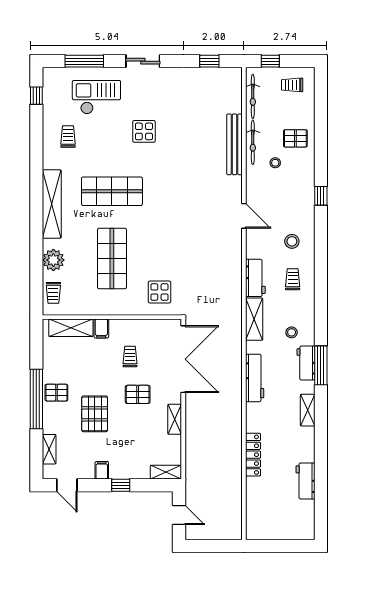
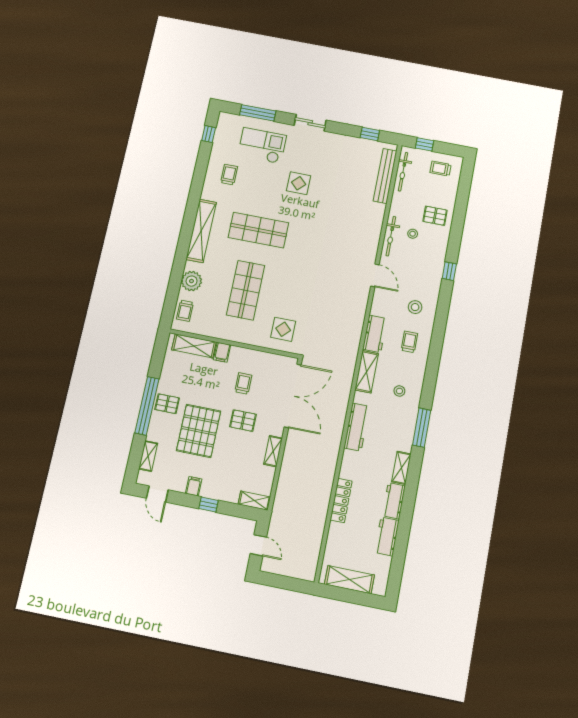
bicycle: (253, 142) -> (391, 236), moved
bench: (234, 144) -> (385, 176), moved
workbench: (306, 363) -> (394, 501), moved
pallet: (95, 414) -> (199, 431), width x1.37, depth x1.41
shelving: (276, 530) -> (349, 580), added

